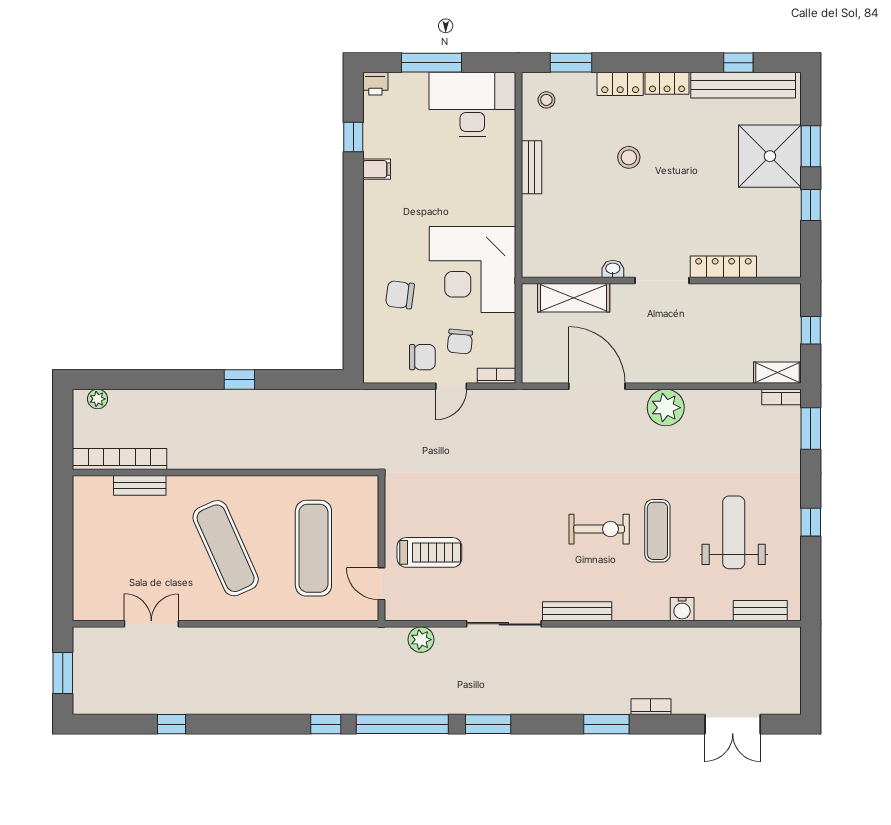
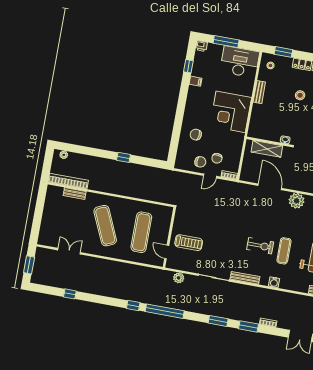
corner desk: (472, 270) -> (231, 112), moved
water cooler: (682, 609) -> (274, 282), moved
window: (488, 724) -> (218, 321), moved

